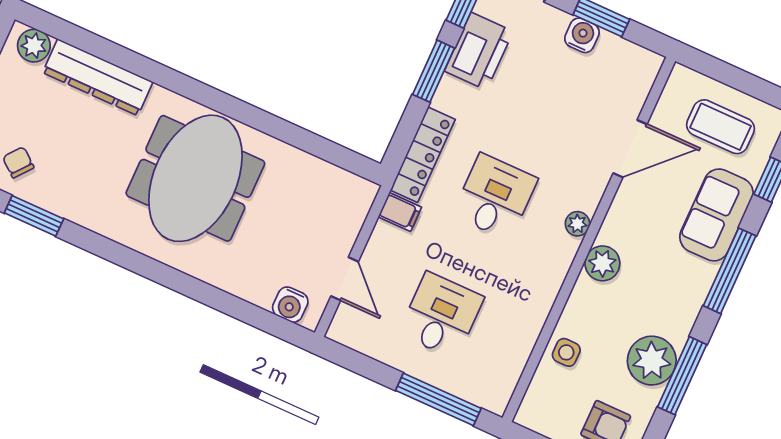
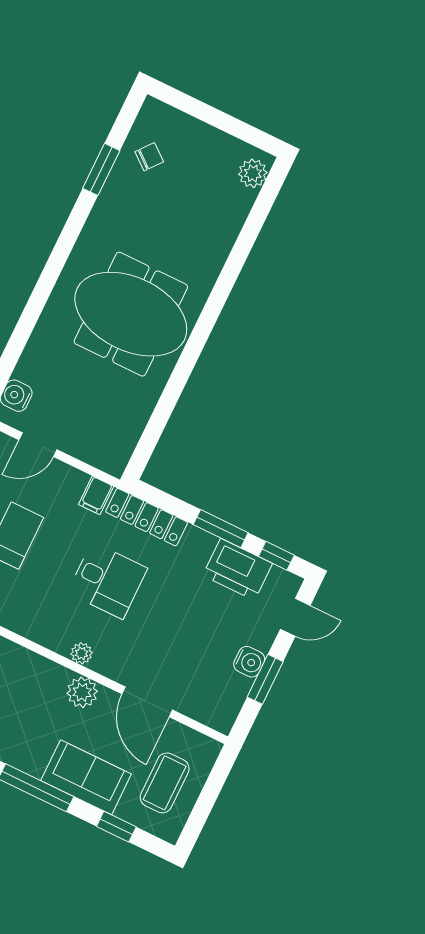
dresser: (98, 77) -> (223, 229), removed
plant: (602, 263) -> (82, 692), moved

